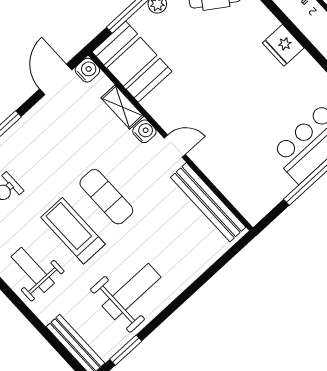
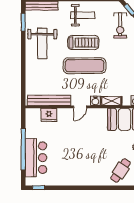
fridge: (283, 45) -> (49, 115), moved, turned 180
exercise mat: (106, 197) -> (85, 66), width x1.36, depth x1.45

